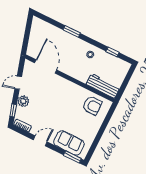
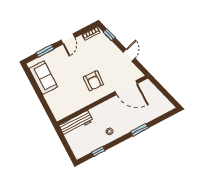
plant: (23, 101) -> (111, 48), removed
armchair: (92, 106) -> (93, 81), moved, turned -88
sofa: (69, 143) -> (43, 78), moved, turned -90
window: (72, 157) -> (45, 51), moved

